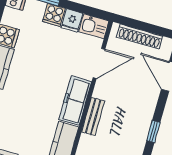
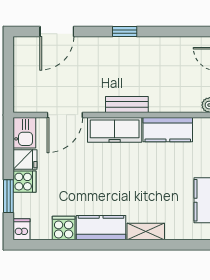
shoe rack: (140, 36) -> (21, 78), removed
door: (99, 63) -> (65, 115), swing flipped

